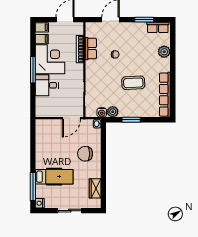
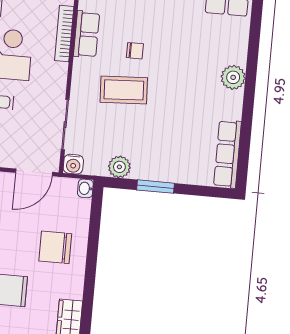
plant: (164, 52) -> (233, 77), moved
coffee table: (133, 83) -> (124, 90), moved
row of seats: (165, 95) -> (228, 154), width x0.73
water cooler: (102, 112) -> (73, 164), moved

